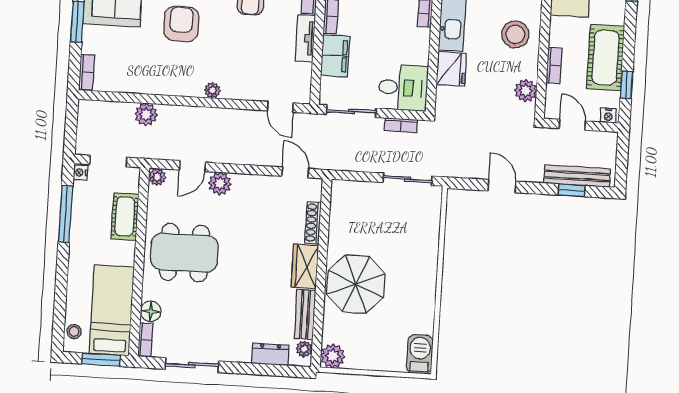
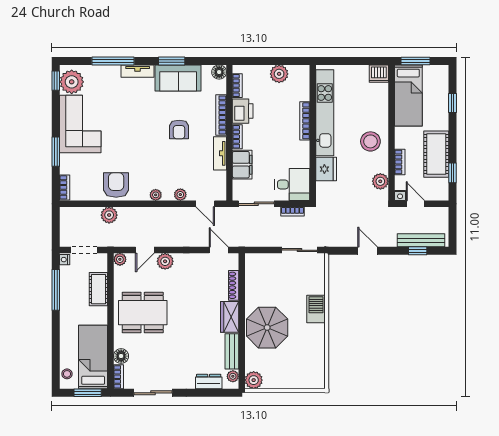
armchair: (181, 24) -> (116, 185), moved
plant: (247, 92) -> (180, 195), added
nightstand: (608, 115) -> (400, 195), moved
barbecue: (420, 354) -> (316, 309), moved

